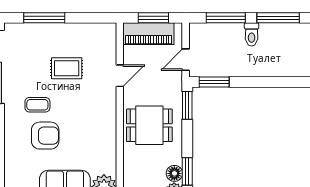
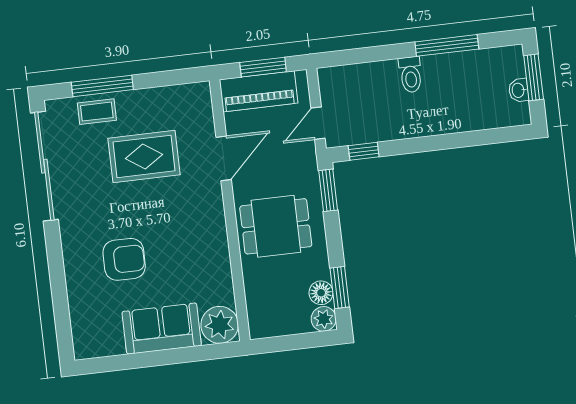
window: (226, 18) -> (370, 55), removed
rug: (67, 68) -> (144, 156), width x1.36, depth x1.43
door: (120, 76) -> (224, 158), width x1.38
window: (214, 82) -> (364, 151), width x0.67
coffee table: (37, 105) -> (97, 112), moved

